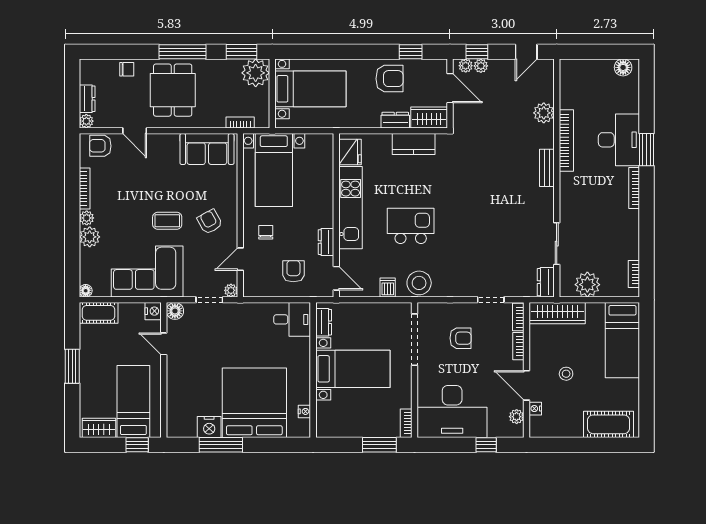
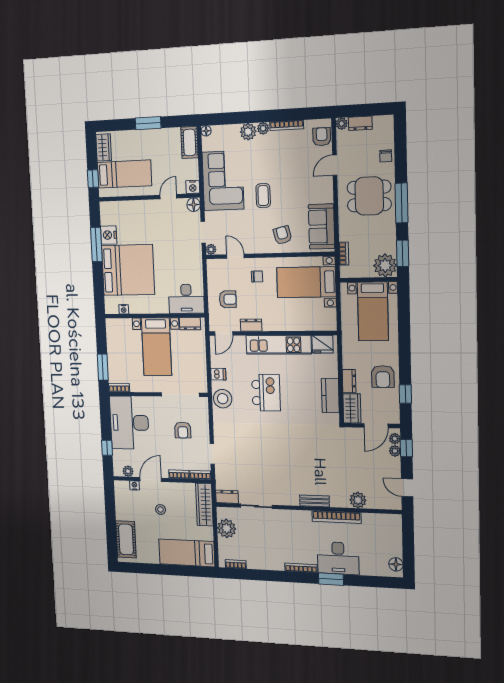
armchair: (210, 222) -> (283, 235), moved, turned -75
desk: (292, 319) -> (186, 299), width x1.37

